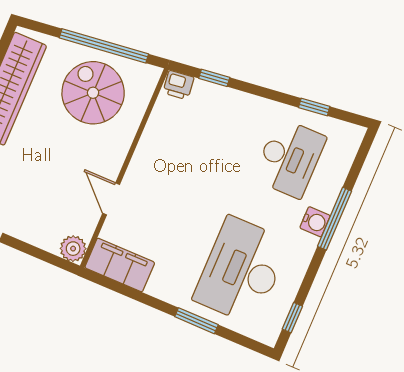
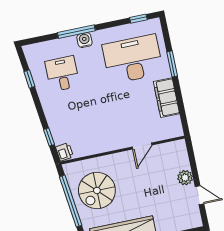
desk: (289, 158) -> (62, 74), width x0.73
plant: (73, 249) -> (185, 178), moved
filing cabinet: (120, 265) -> (166, 98), moved
desk: (242, 270) -> (133, 59), turned 180

